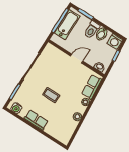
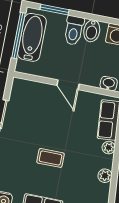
door: (77, 59) -> (68, 85), swing flipped

